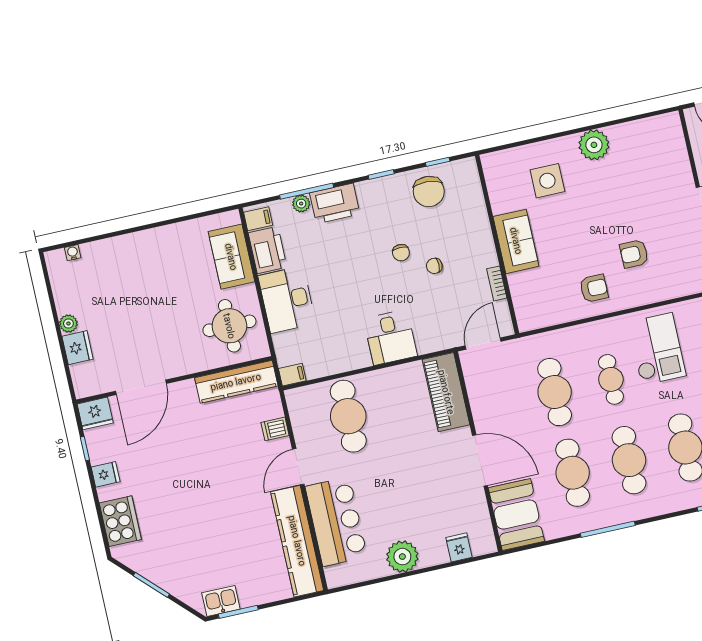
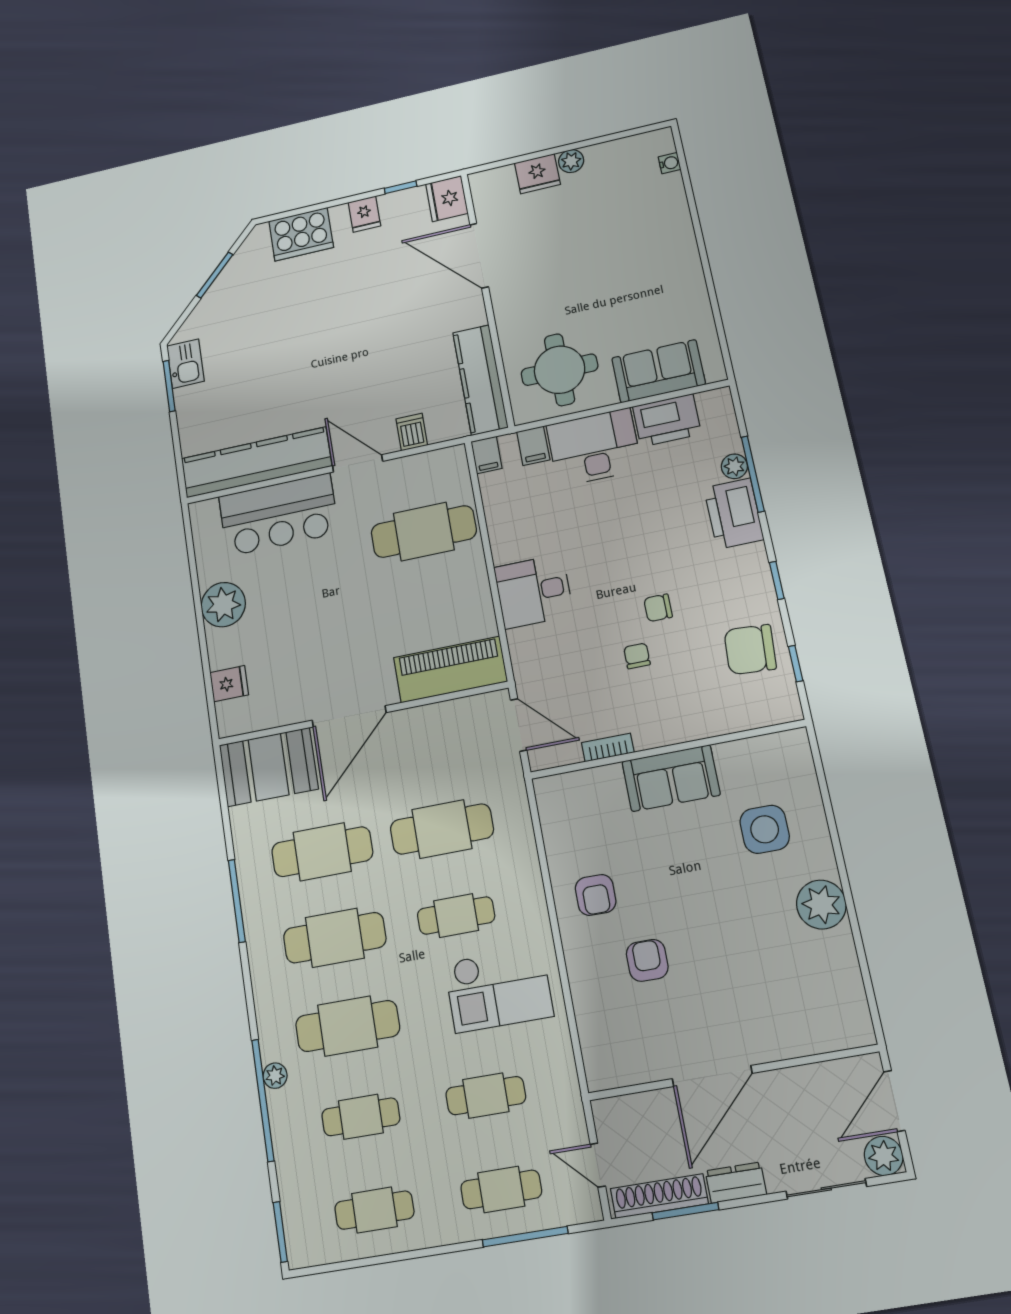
filing cabinet: (258, 219) -> (533, 446), moved

